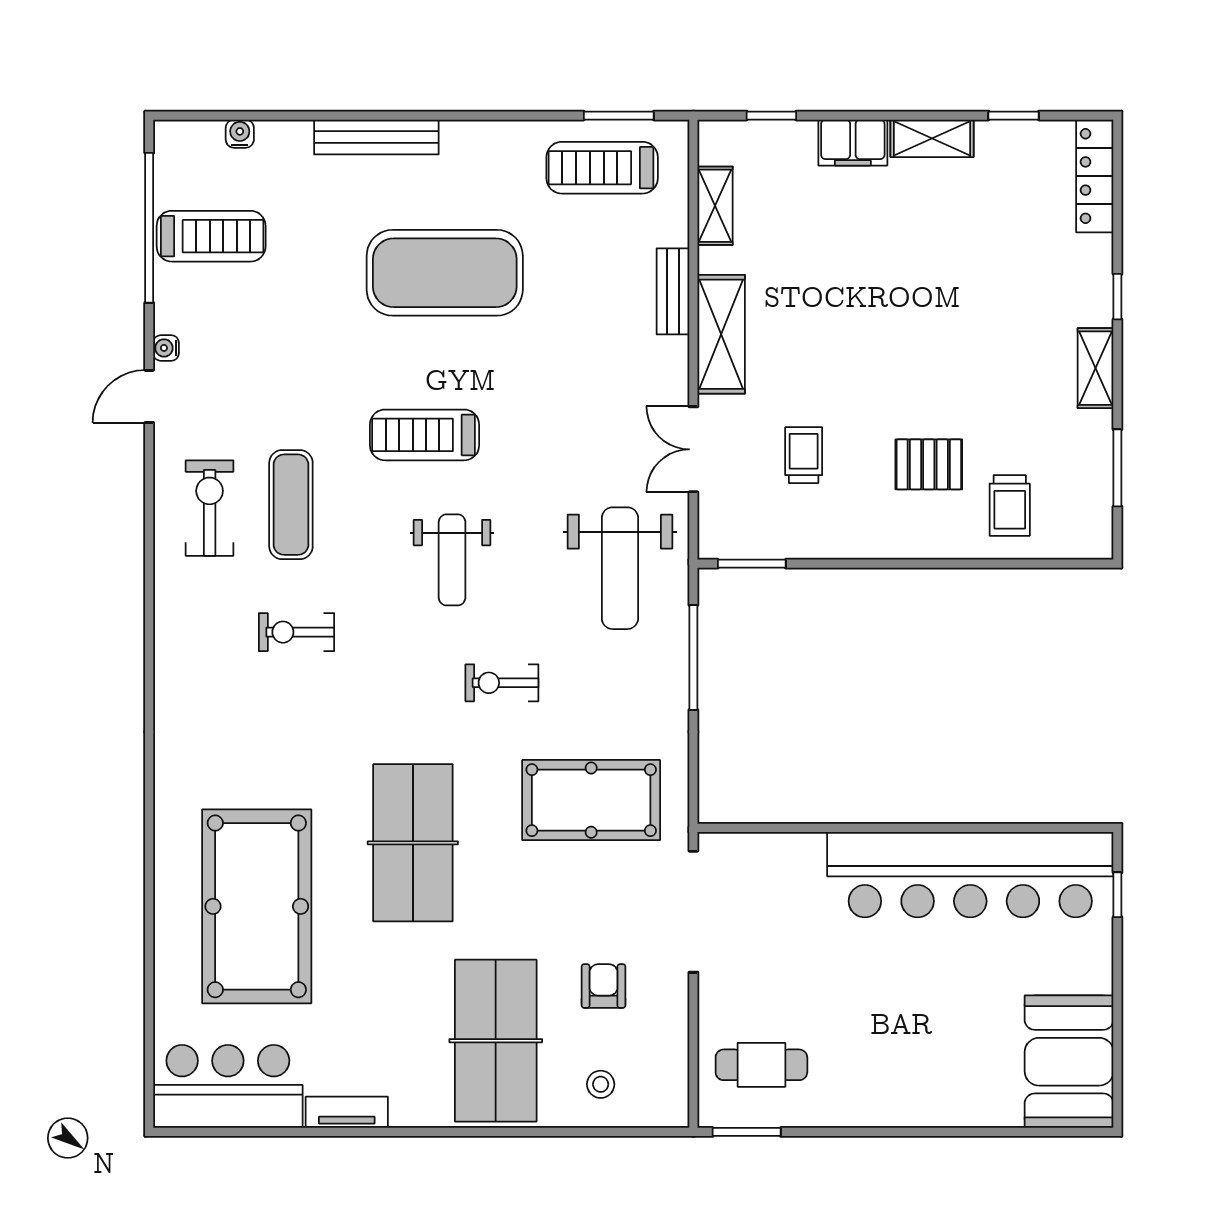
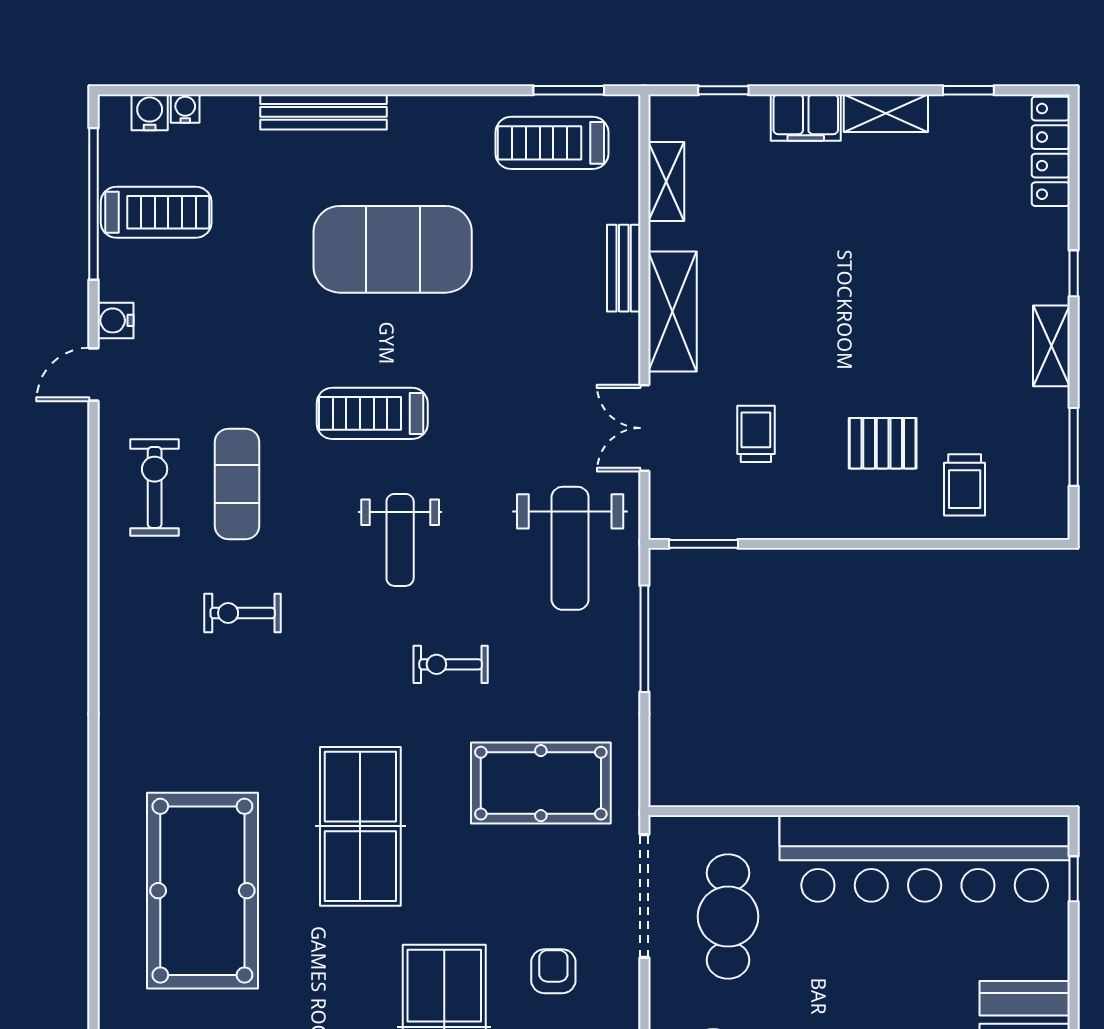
water cooler: (205, 137) -> (150, 112), added
water cooler: (166, 348) -> (115, 320), width x1.38, depth x1.38
cafe table: (776, 932) -> (728, 917), added

